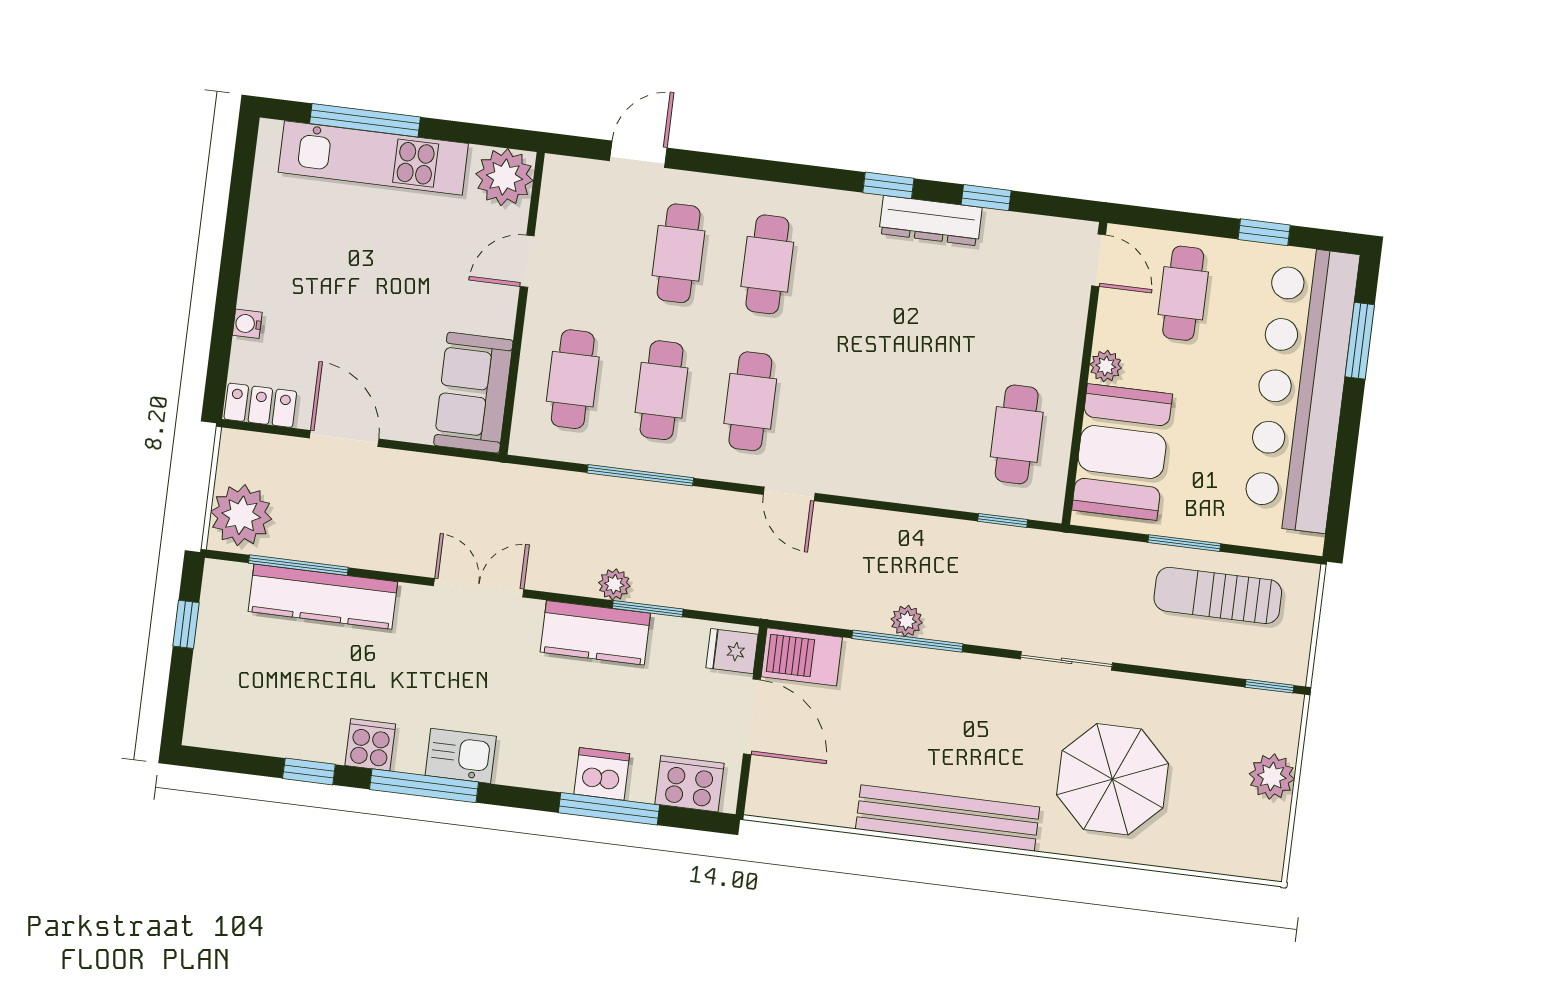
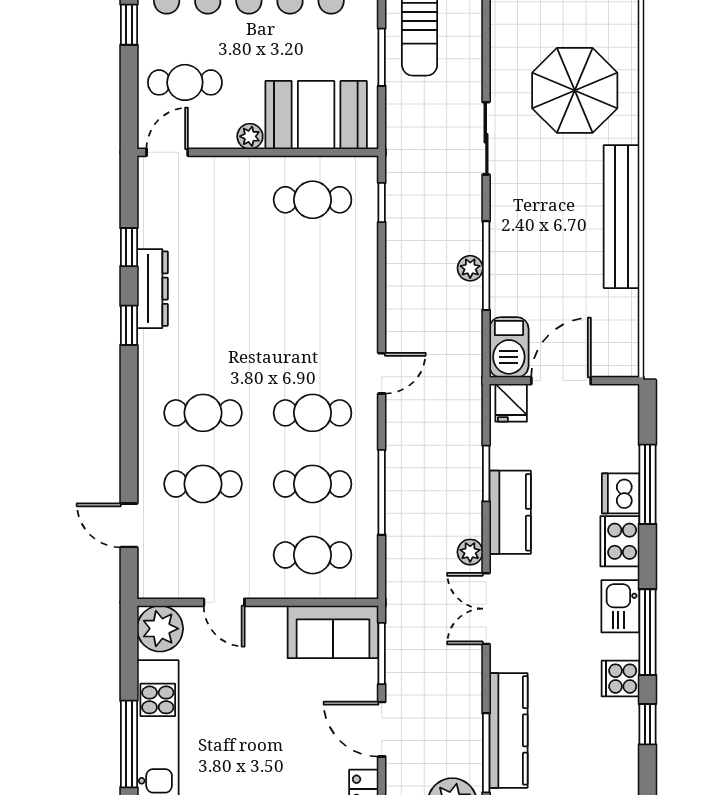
door: (344, 438) -> (382, 729), hinge flipped
window: (439, 450) -> (382, 654), added
plant: (614, 584) -> (470, 552), moved
cooker: (689, 784) -> (620, 541), moved

